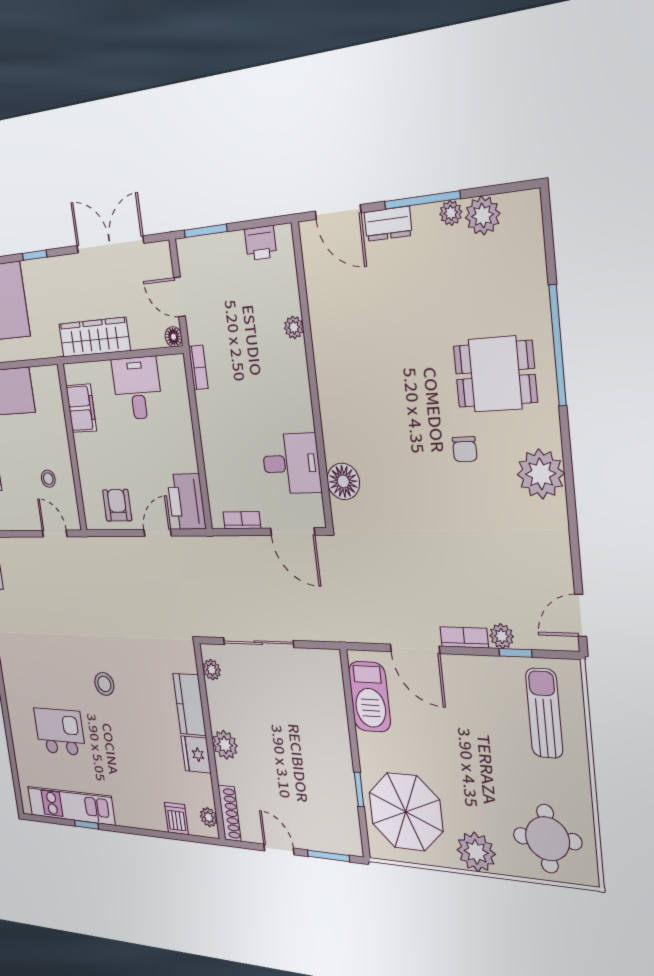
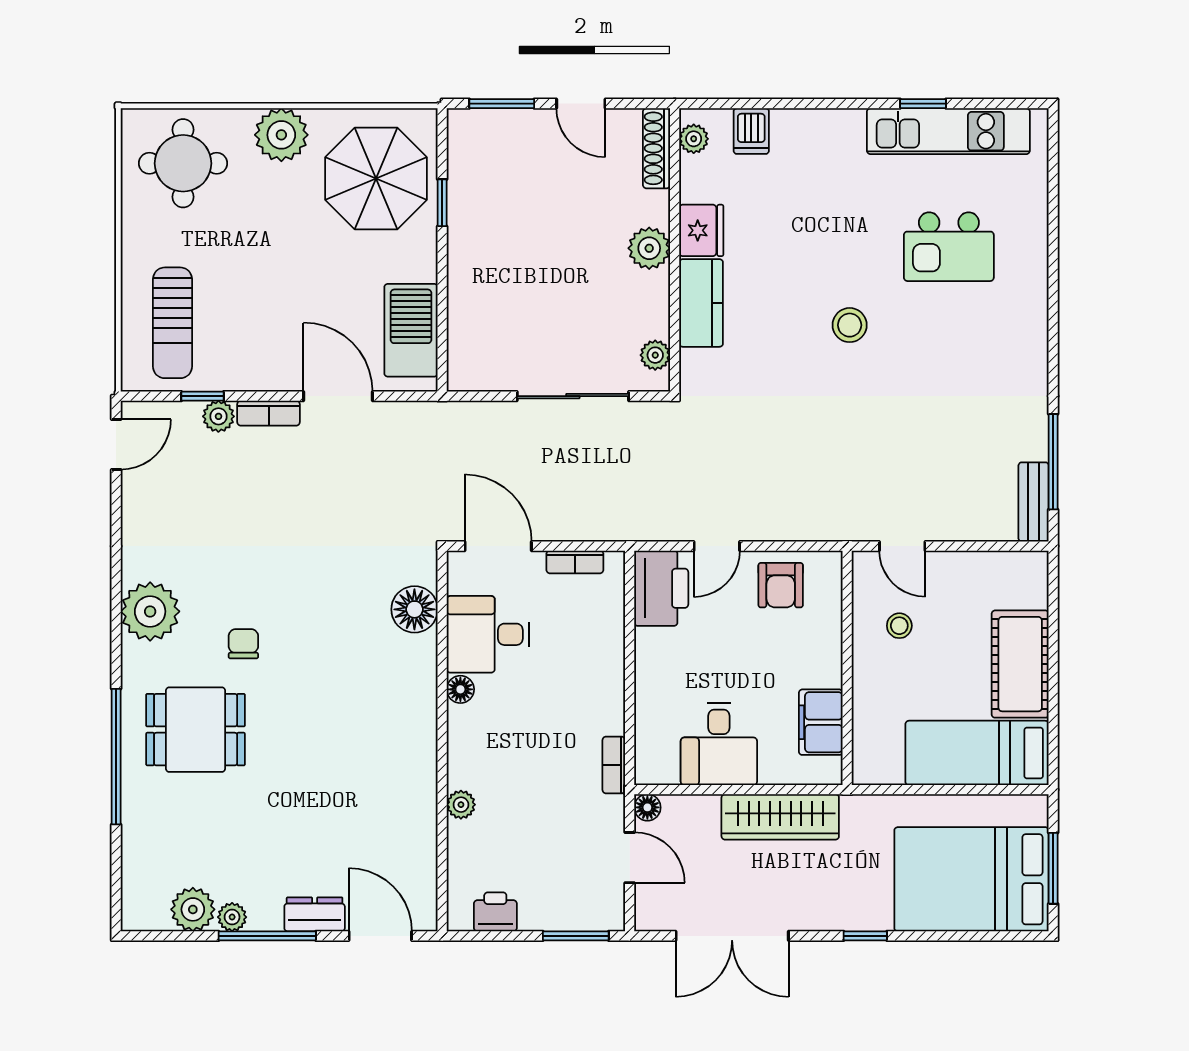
floor lamp: (305, 420) -> (460, 689), added

